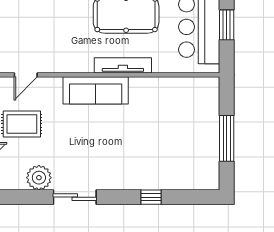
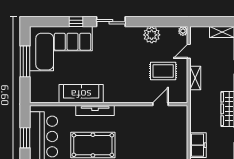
sofa: (96, 90) -> (81, 94), moved
corner sofa: (173, 157) -> (61, 49), added
sliding door: (75, 197) -> (111, 22), moved

